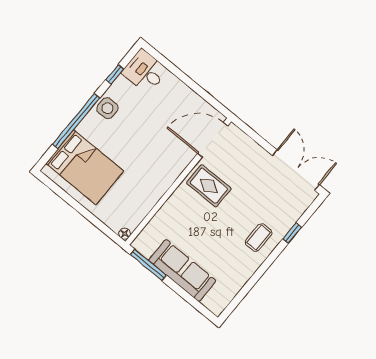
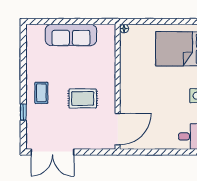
rug: (209, 186) -> (83, 98), moved
window: (148, 265) -> (94, 21), removed

